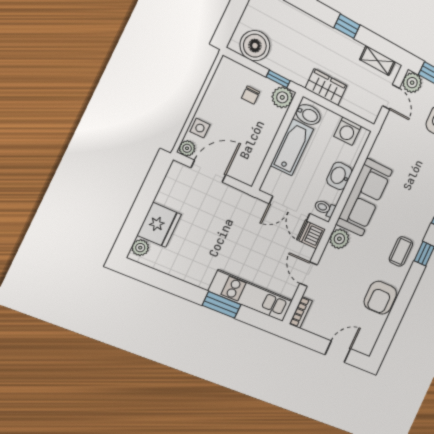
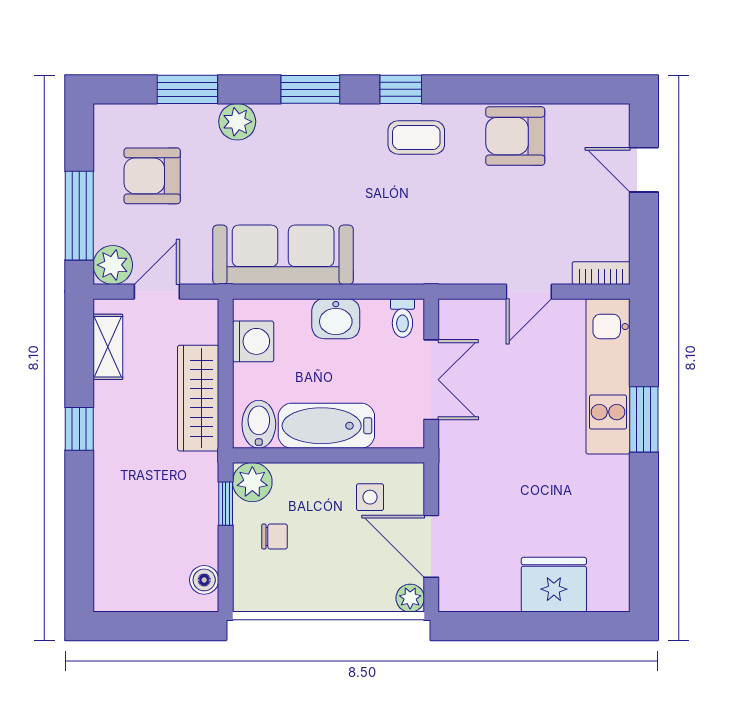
boiler: (255, 46) -> (204, 580), width x0.54, depth x0.54
wardrobe: (326, 87) -> (198, 398), width x1.50
side table: (200, 128) -> (370, 497), moved
sofa: (364, 197) -> (283, 255), moved
dishwasher: (312, 235) -> (459, 318), removed
plant: (339, 239) -> (444, 265), removed
plant: (140, 248) -> (604, 597), removed
armchair: (380, 298) -> (515, 136), turned 180

